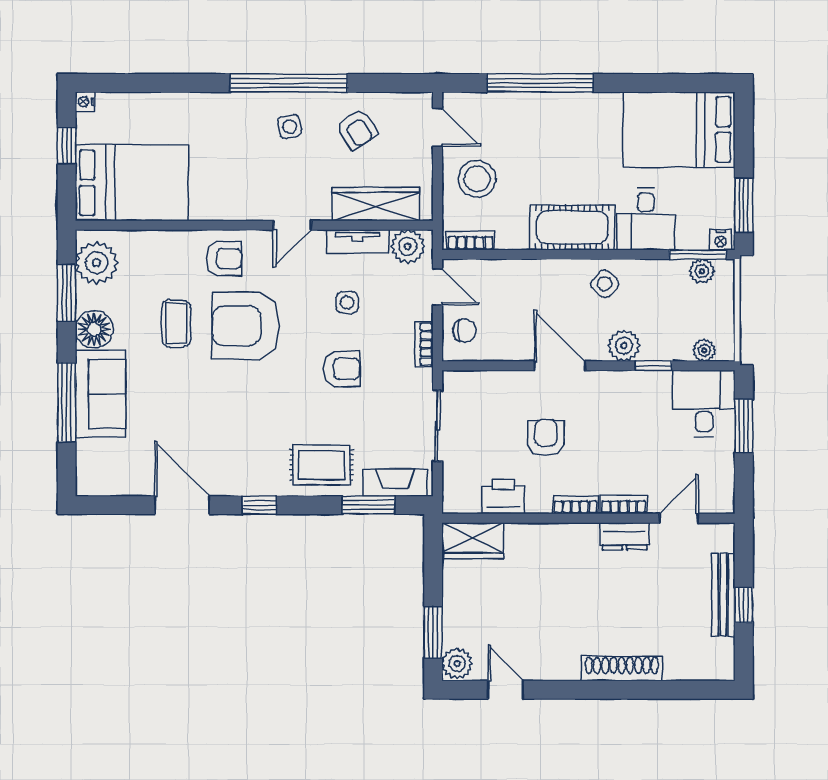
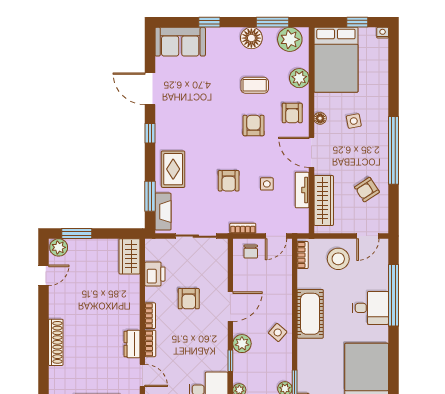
side table: (290, 127) -> (354, 121), moved
floor lamp: (233, 210) -> (320, 118), added
desk: (646, 219) -> (370, 308), moved, turned 180
door: (292, 225) -> (311, 152), width x1.38
plant: (408, 246) -> (299, 78), moved
armchair: (246, 326) -> (254, 126), width x0.53, depth x0.53
sofa: (101, 394) -> (180, 42), moved
window: (67, 402) -> (209, 22), width x0.46
armchair: (546, 438) -> (189, 299), turned 90
door: (182, 505) -> (150, 89), swing flipped

